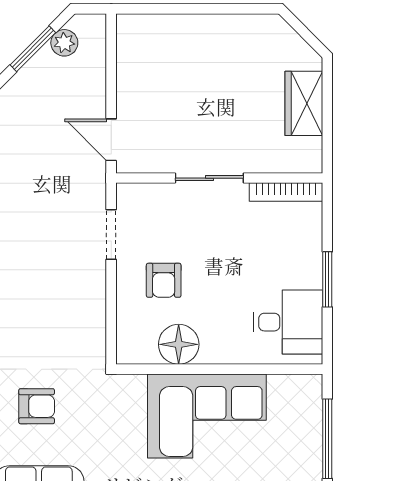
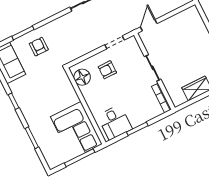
floor lamp: (179, 344) -> (82, 77), moved
armchair: (37, 406) -> (39, 47), turned 180
corner sofa: (207, 416) -> (76, 130), moved

